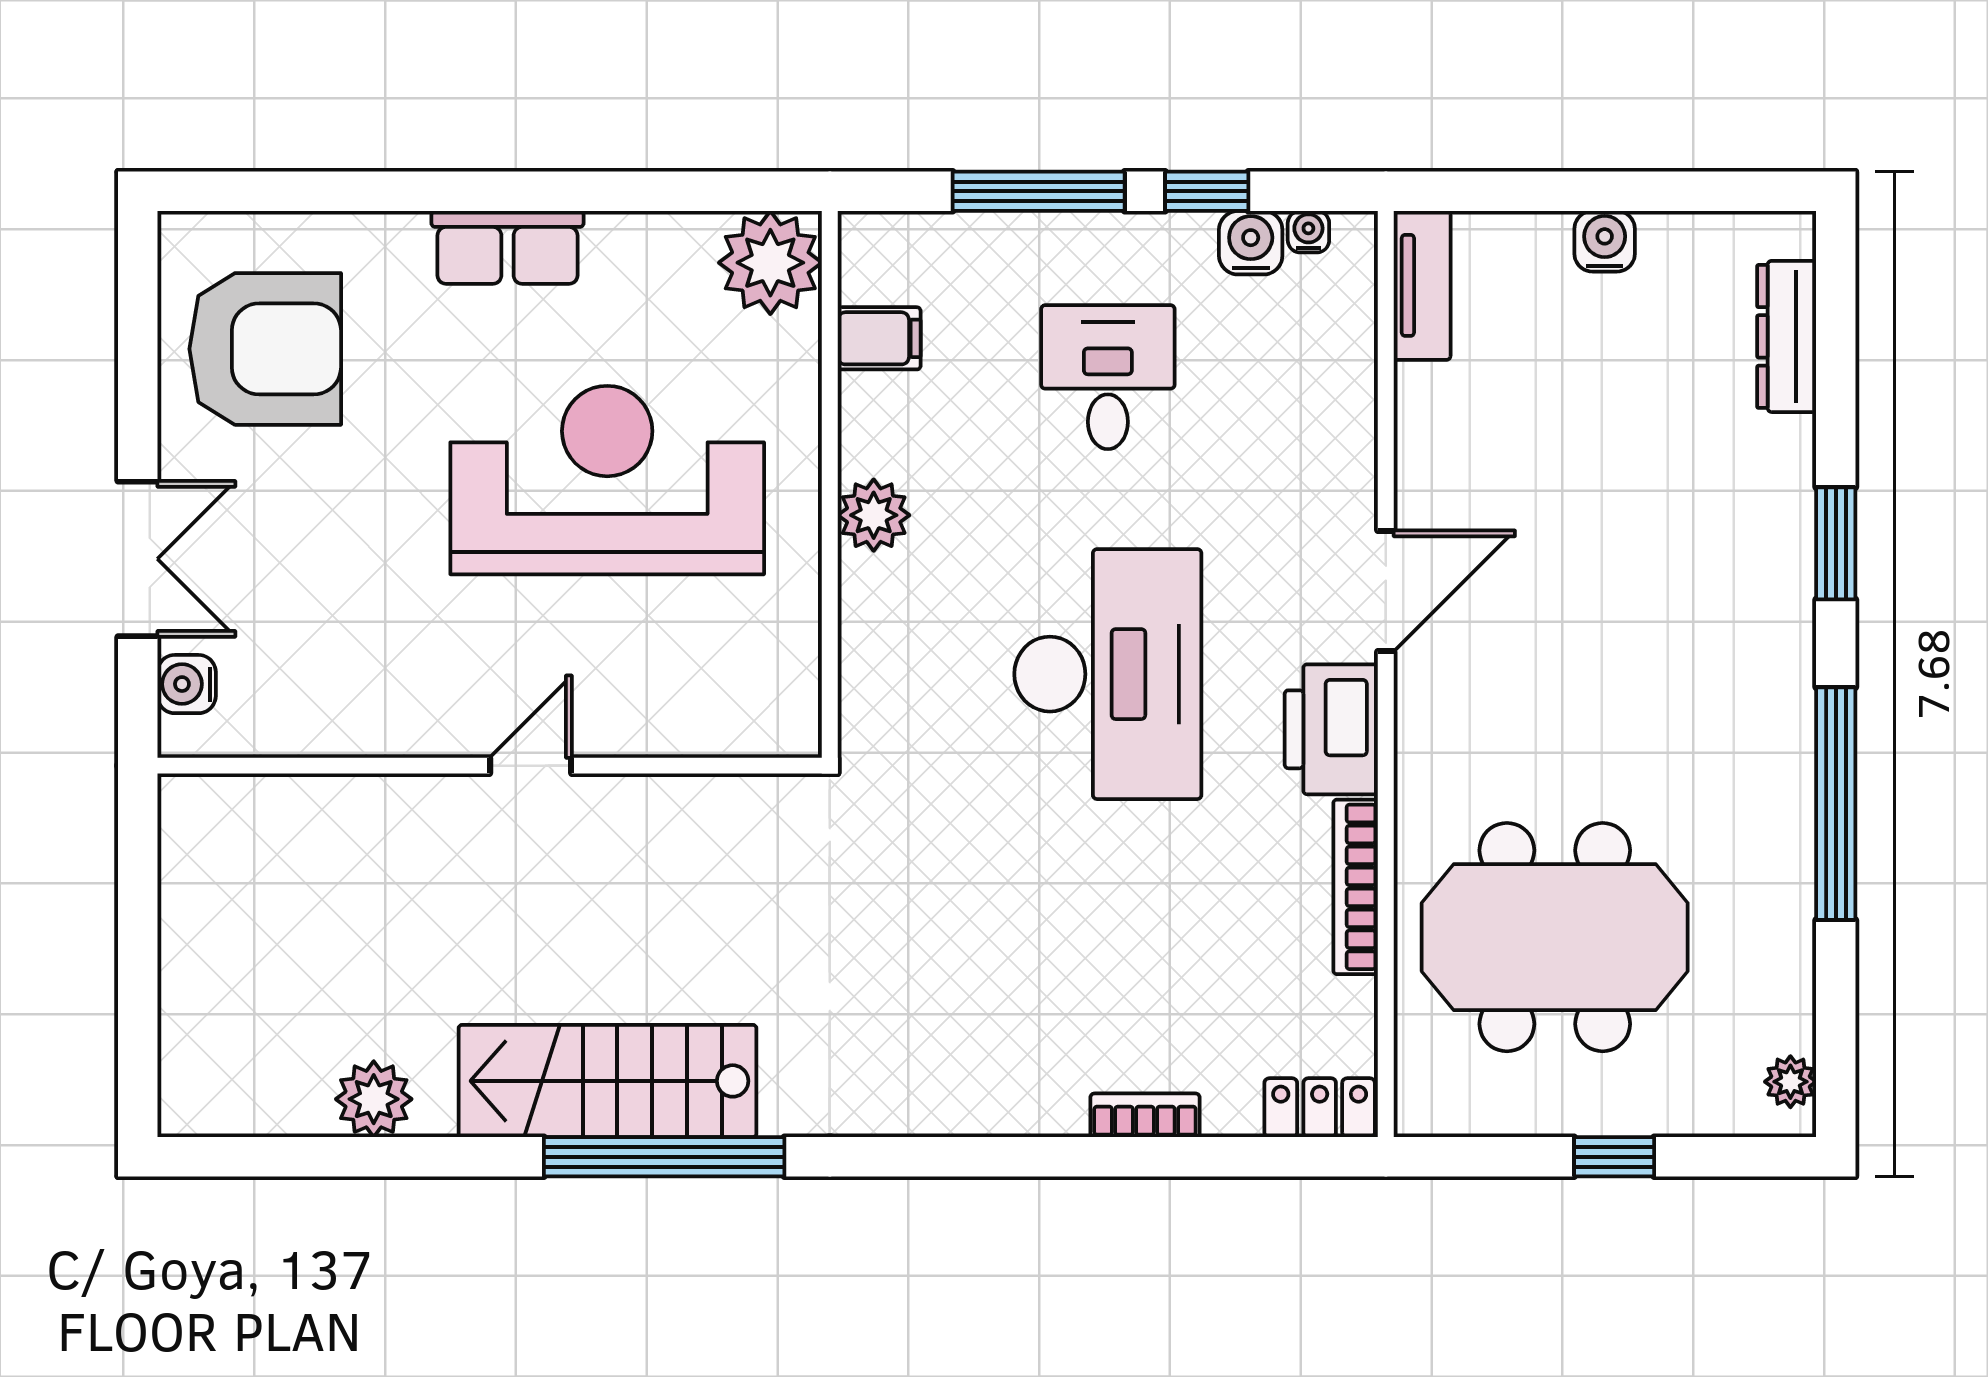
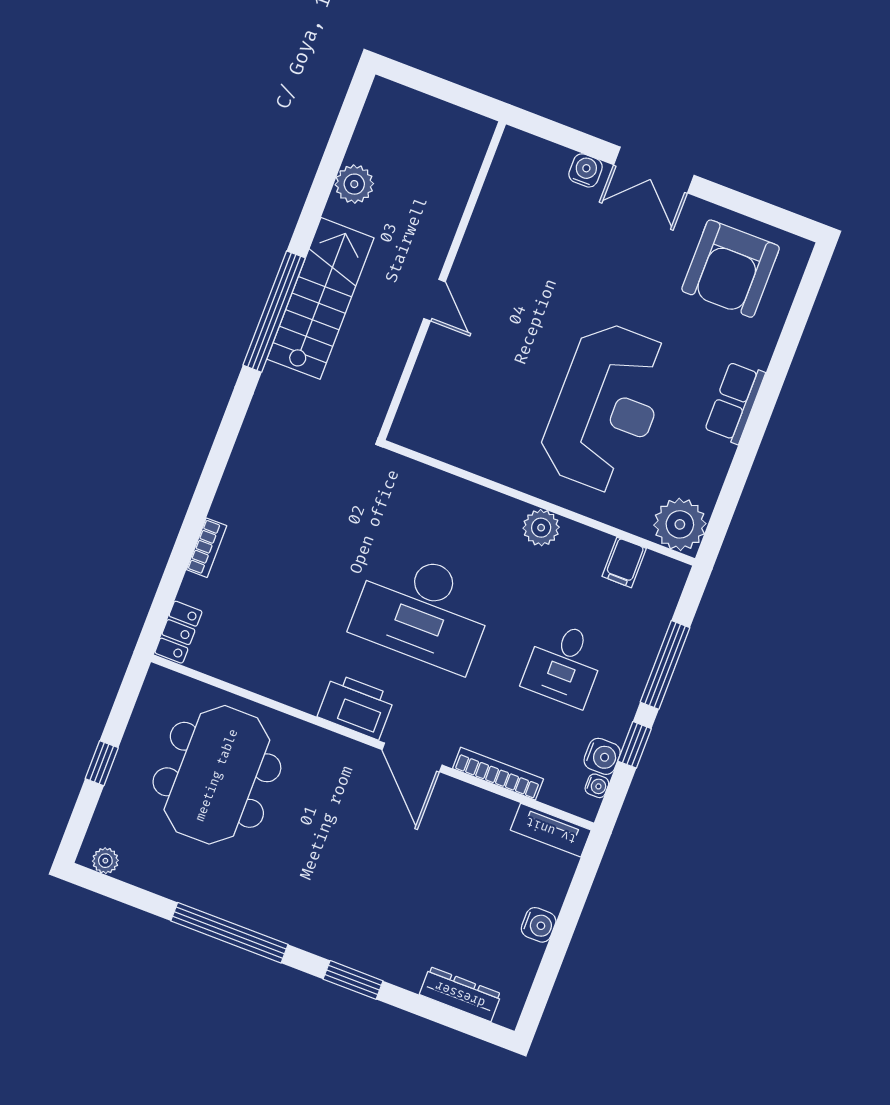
desk: (1108, 377) -> (564, 664), turned 90
wall: (490, 766) -> (442, 281), moved
door: (531, 766) -> (435, 300), moved
bookcase: (1356, 887) -> (498, 774), moved

